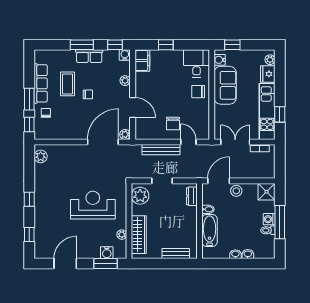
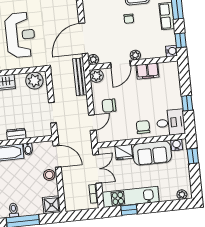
window: (166, 45) -> (187, 103), moved
filing cabinet: (142, 61) -> (147, 71), moved
fridge: (268, 74) -> (124, 152), moved, turned 180
plant: (125, 81) -> (135, 55), moved
plant: (142, 133) -> (96, 76), added
door: (103, 142) -> (83, 38), swing flipped
bench: (161, 150) -> (80, 77), moved
doorway: (162, 181) -> (52, 113), moved
dresser: (192, 196) -> (16, 134), moved
washing machine: (269, 219) -> (25, 210), removed

